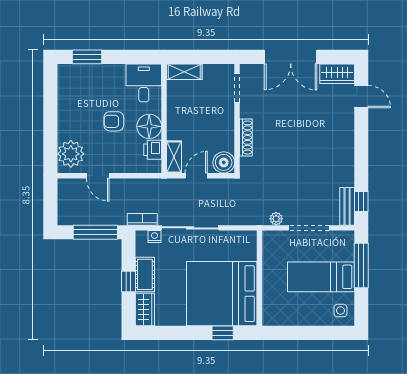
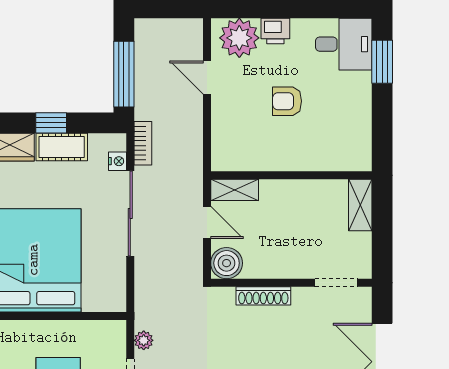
desk: (144, 83) -> (344, 44), moved
armchair: (114, 121) -> (287, 101), turned -90
floor lamp: (149, 126) -> (280, 153), removed
printer: (153, 150) -> (275, 31), moved, turned 180
door: (98, 176) -> (207, 78), hinge flipped

